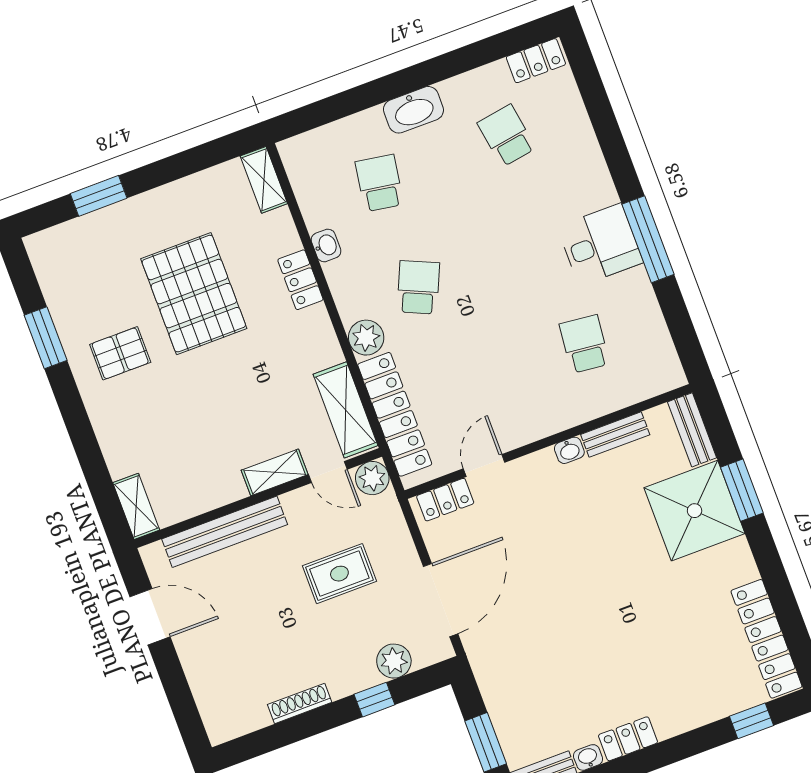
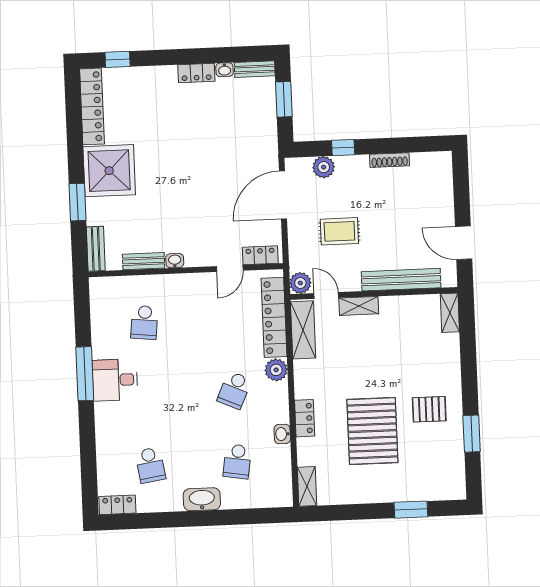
shower: (695, 511) -> (109, 171), moved

